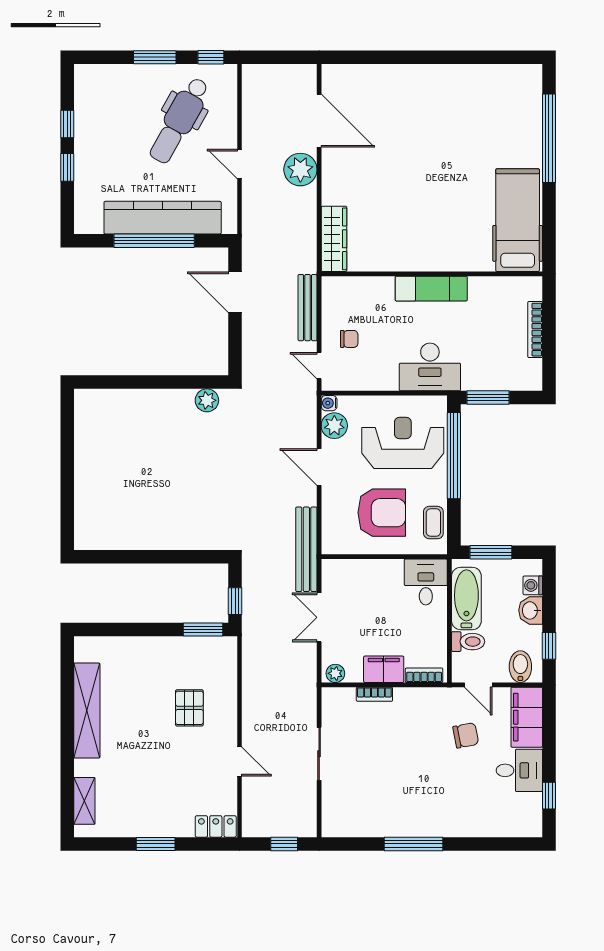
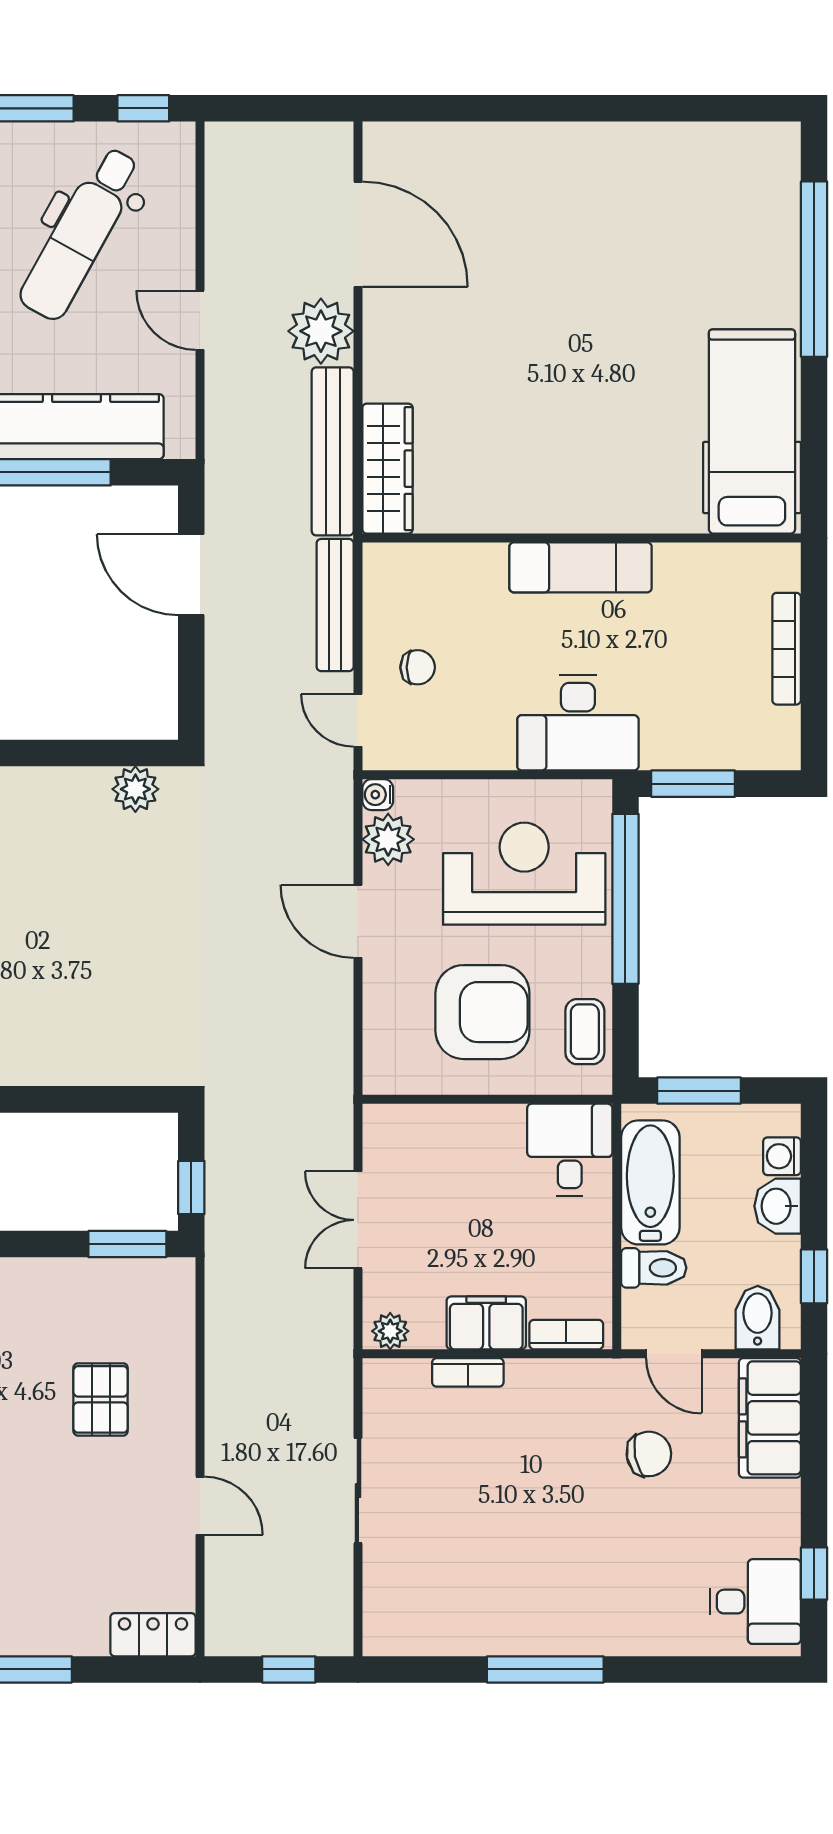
bench: (306, 549) -> (333, 451), moved
desk: (519, 770) -> (755, 1602), moved

